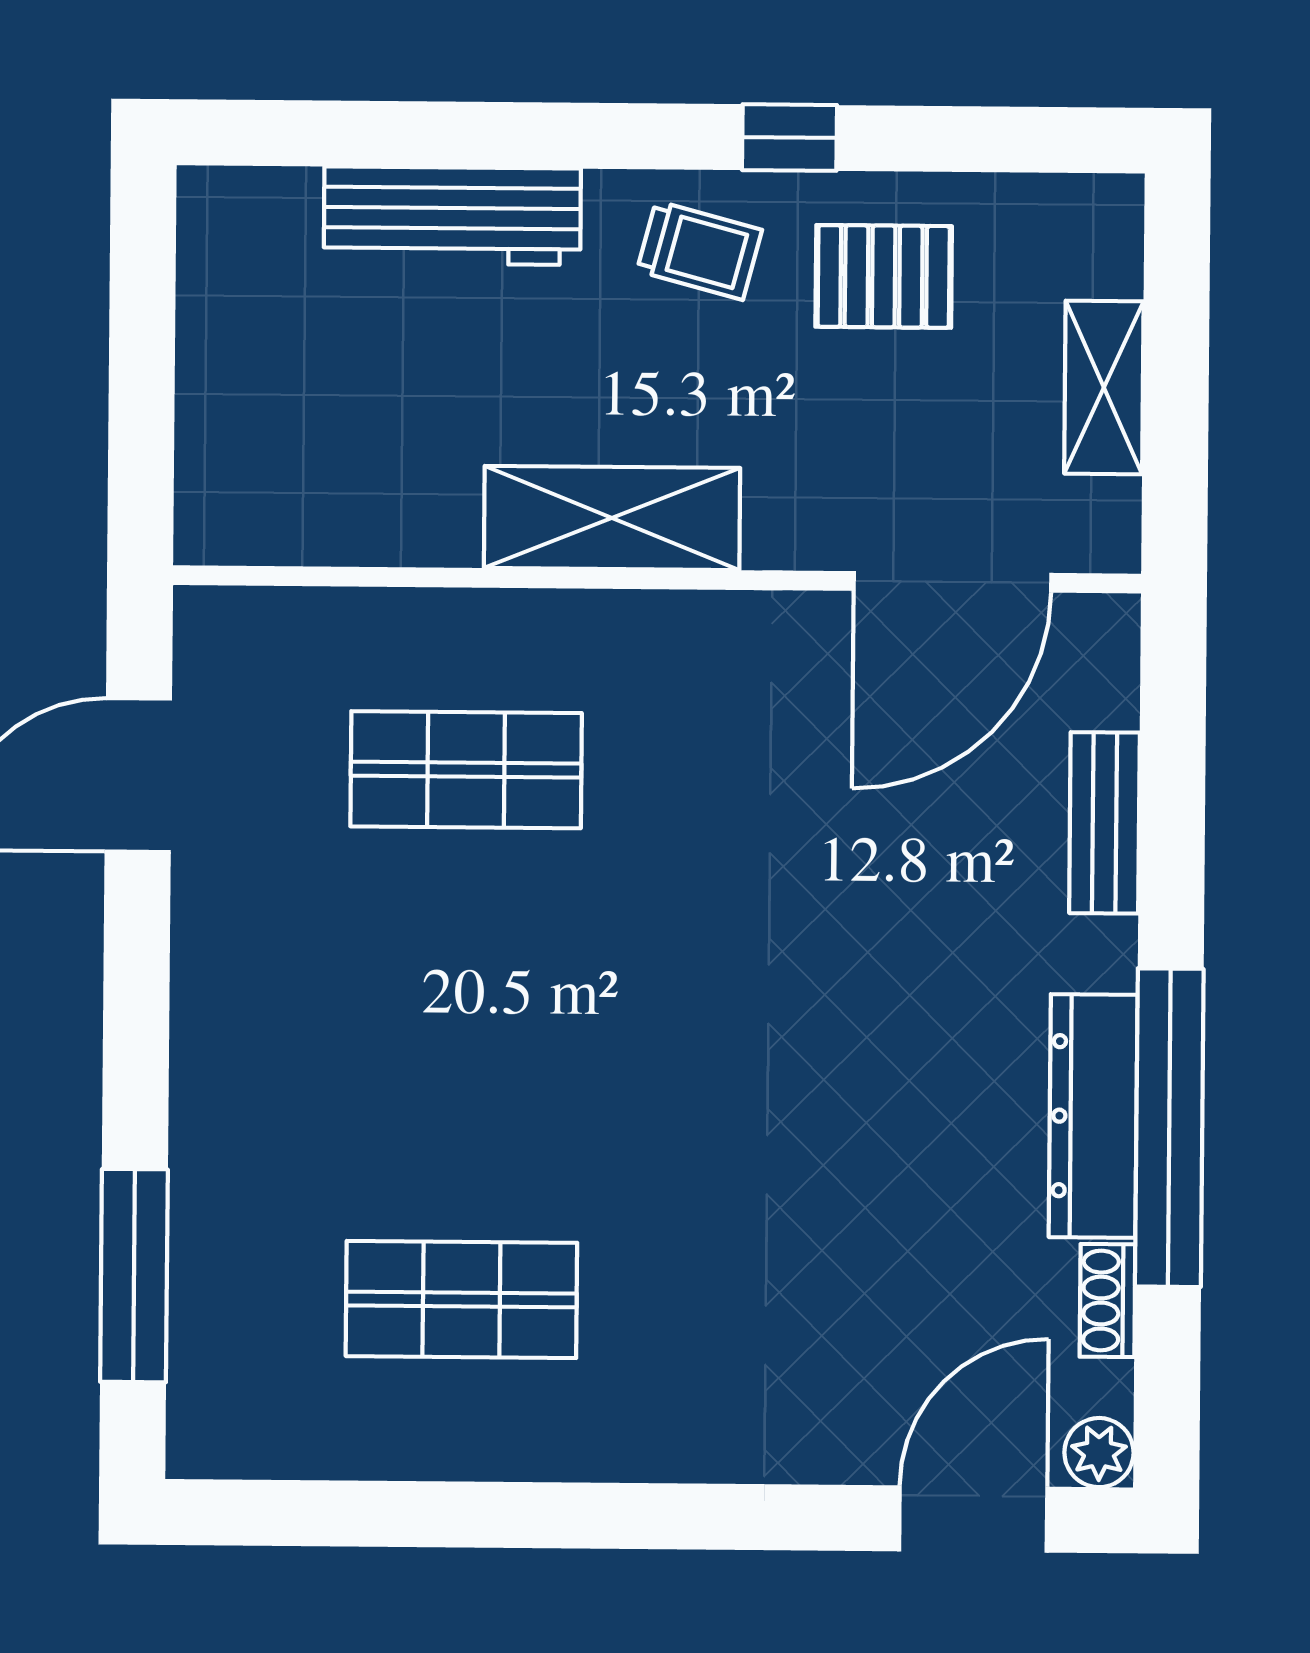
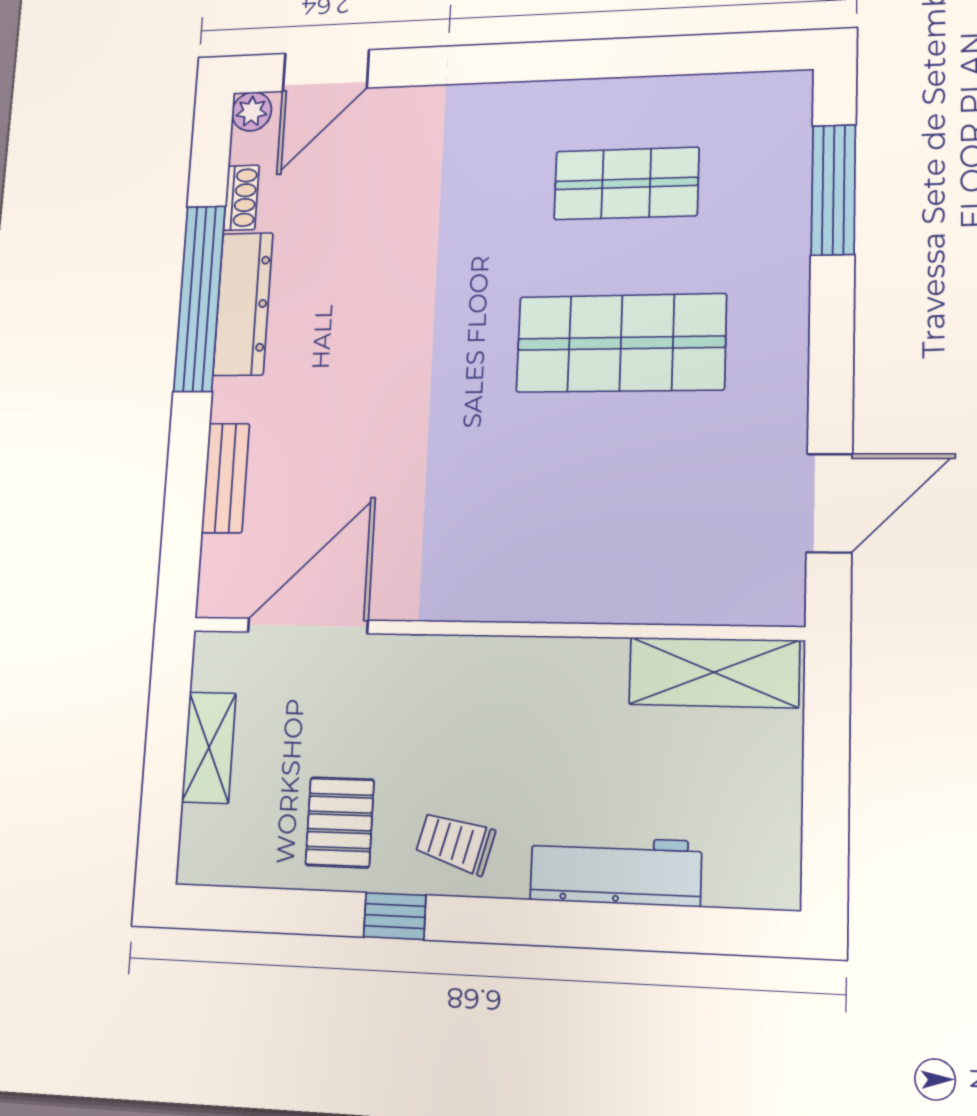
pallet: (884, 276) -> (340, 822), turned 90
shelving: (612, 518) -> (714, 672), moved
shop shelf: (466, 770) -> (621, 343), moved, width x1.43, depth x1.36

